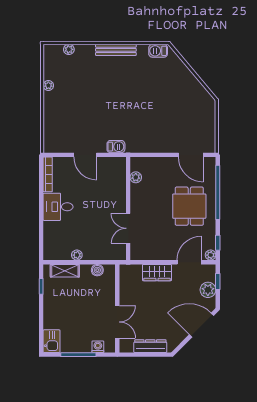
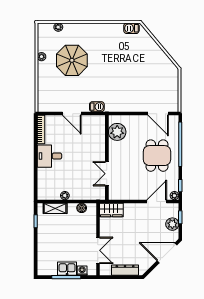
bench: (116, 50) -> (97, 27), removed
parasol: (85, 90) -> (72, 60), added
plant: (136, 177) -> (117, 132), width x1.88, depth x1.88
wardrobe: (157, 273) -> (111, 210), moved
kitchen sink: (51, 341) -> (67, 269), moved, turned -90

